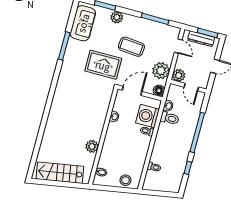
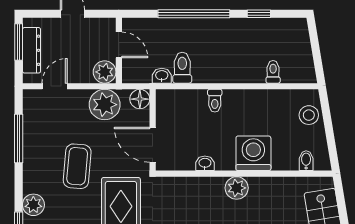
door: (191, 87) -> (119, 45), hinge flipped
washing machine: (148, 116) -> (253, 153), moved, turned 180
plant: (92, 146) -> (237, 188), moved

